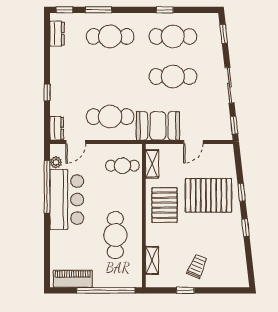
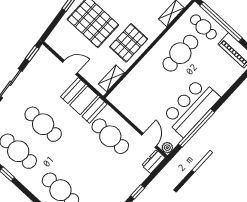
door: (76, 142) -> (149, 140), hinge flipped
plant: (56, 162) -> (167, 148), moved
cafe table: (122, 166) -> (203, 27), moved

